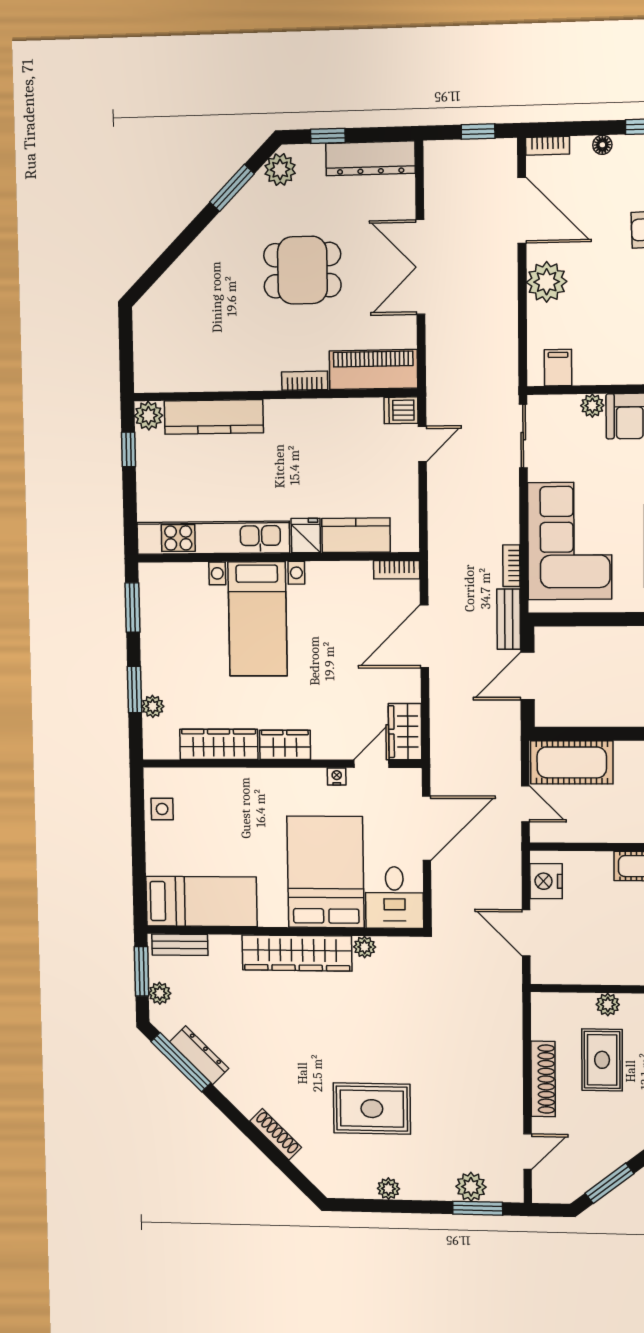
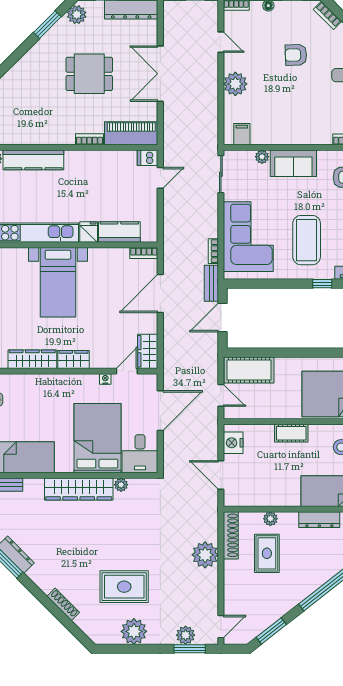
door: (522, 210) -> (221, 42), width x0.53
plant: (501, 1061) -> (205, 555), added
shoe rack: (543, 1079) -> (231, 535), moved
door: (528, 1152) -> (221, 627), moved
plant: (388, 1189) -> (134, 631), width x1.88, depth x1.88

